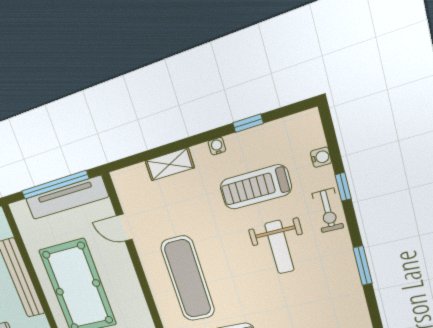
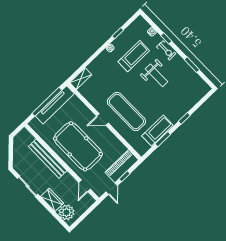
shelving: (170, 164) -> (81, 79), moved
treadmill: (255, 187) -> (134, 56), turned 180
door: (124, 228) -> (102, 120), moved

